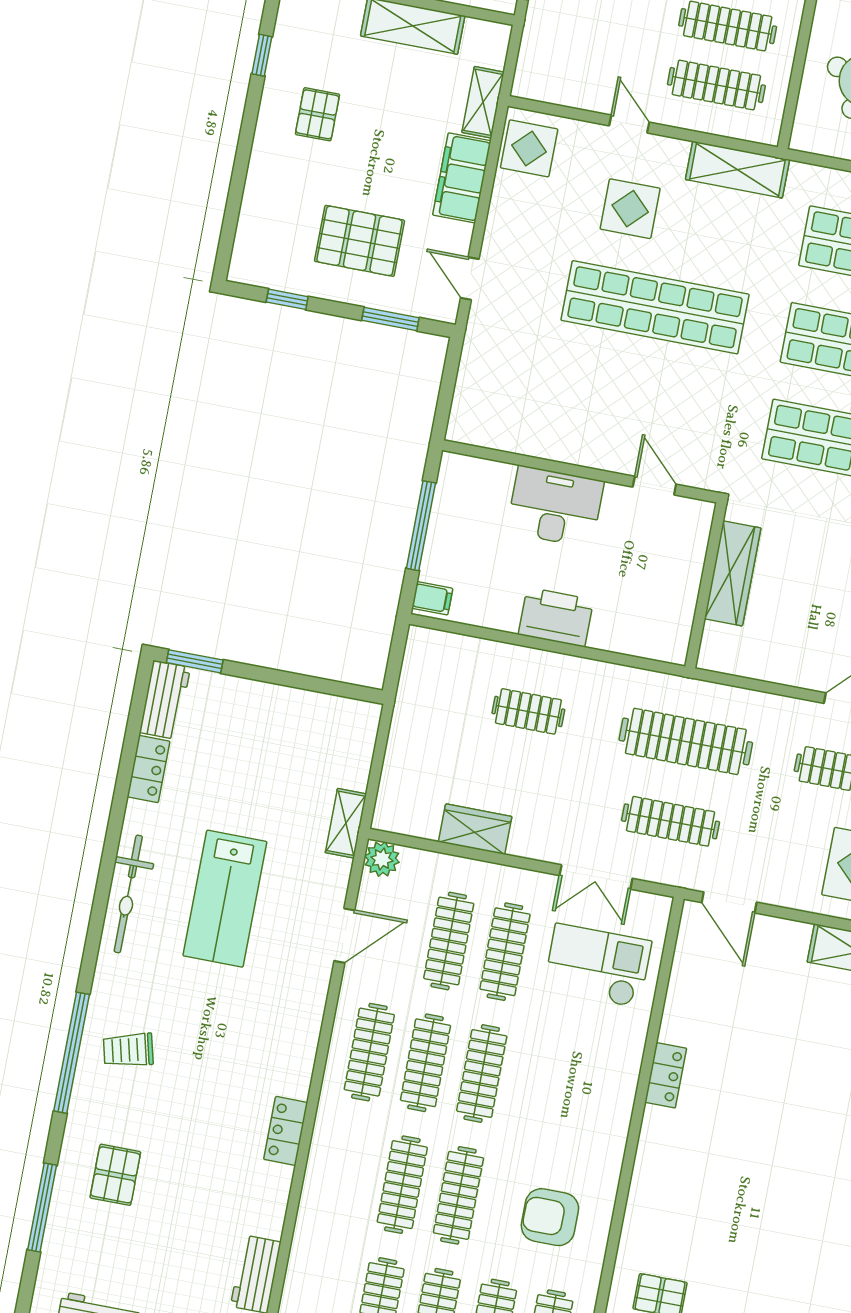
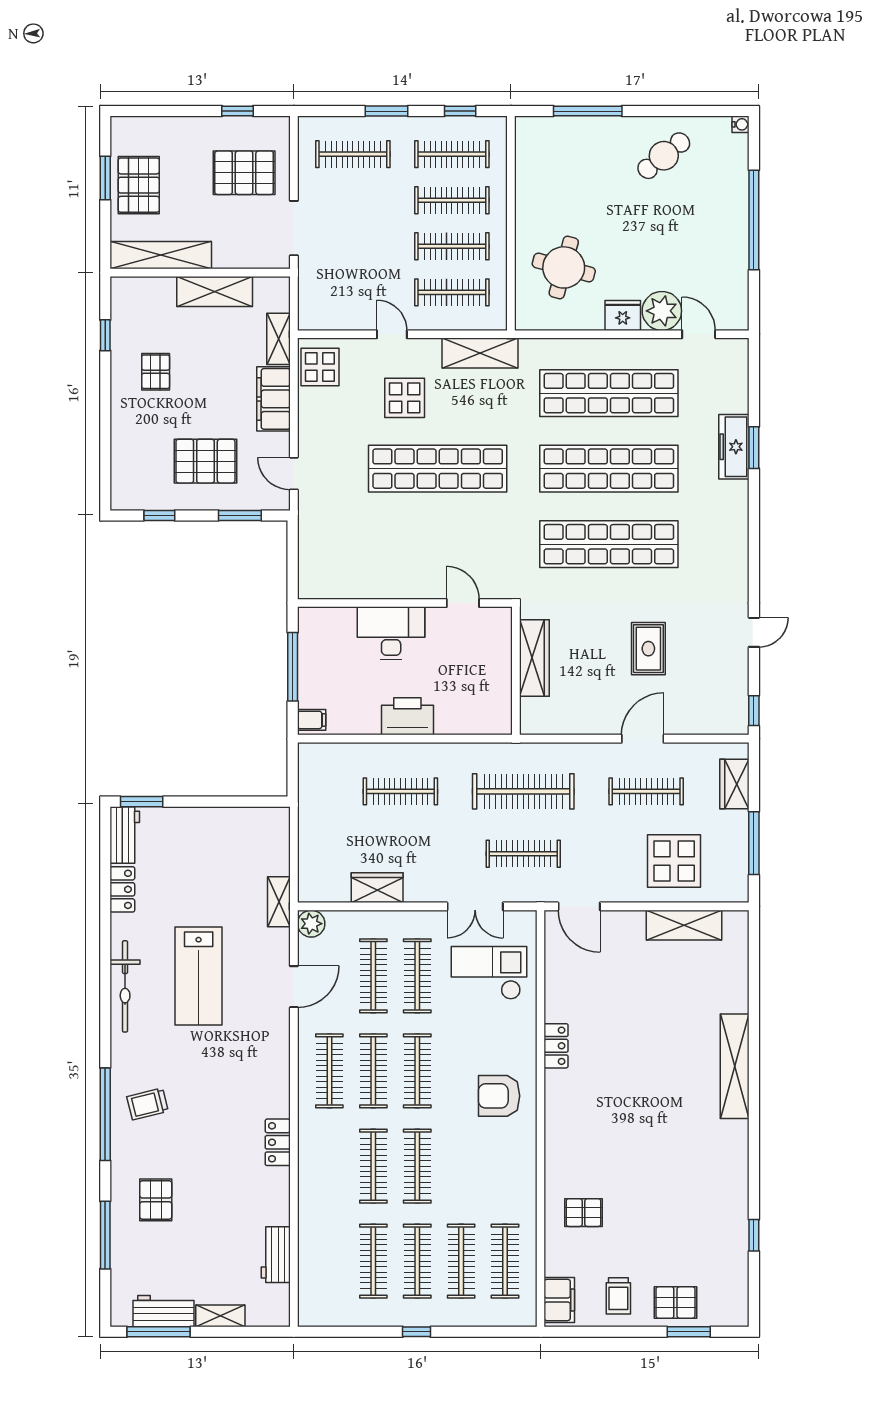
clothes rail: (528, 711) -> (400, 791), width x1.36
armchair: (550, 1217) -> (499, 1096), moved

